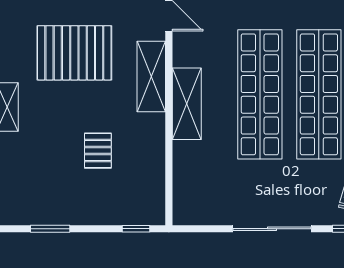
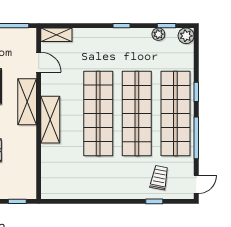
sliding door: (272, 229) -> (106, 201), removed

